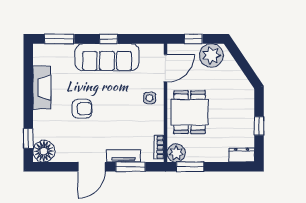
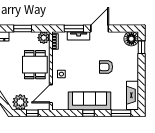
fireplace: (42, 88) -> (133, 95), moved
window: (190, 167) -> (23, 29), moved

